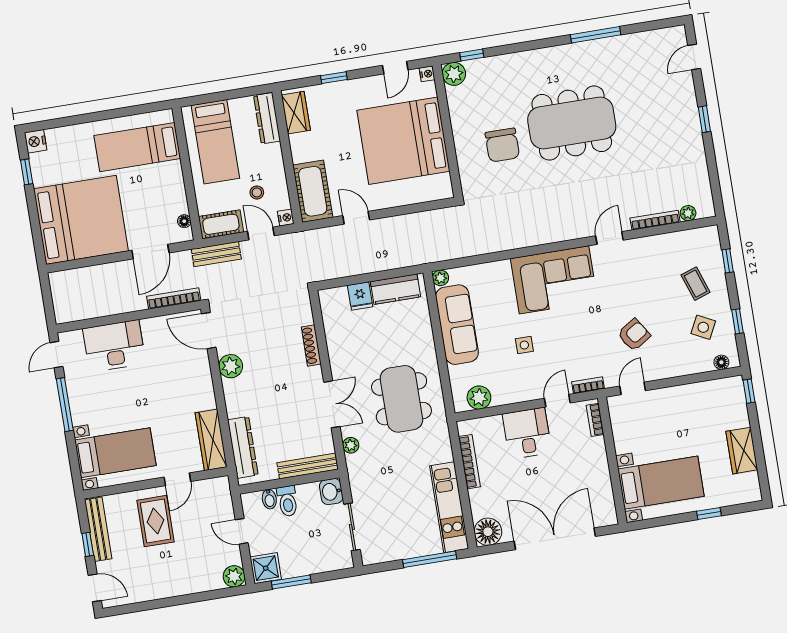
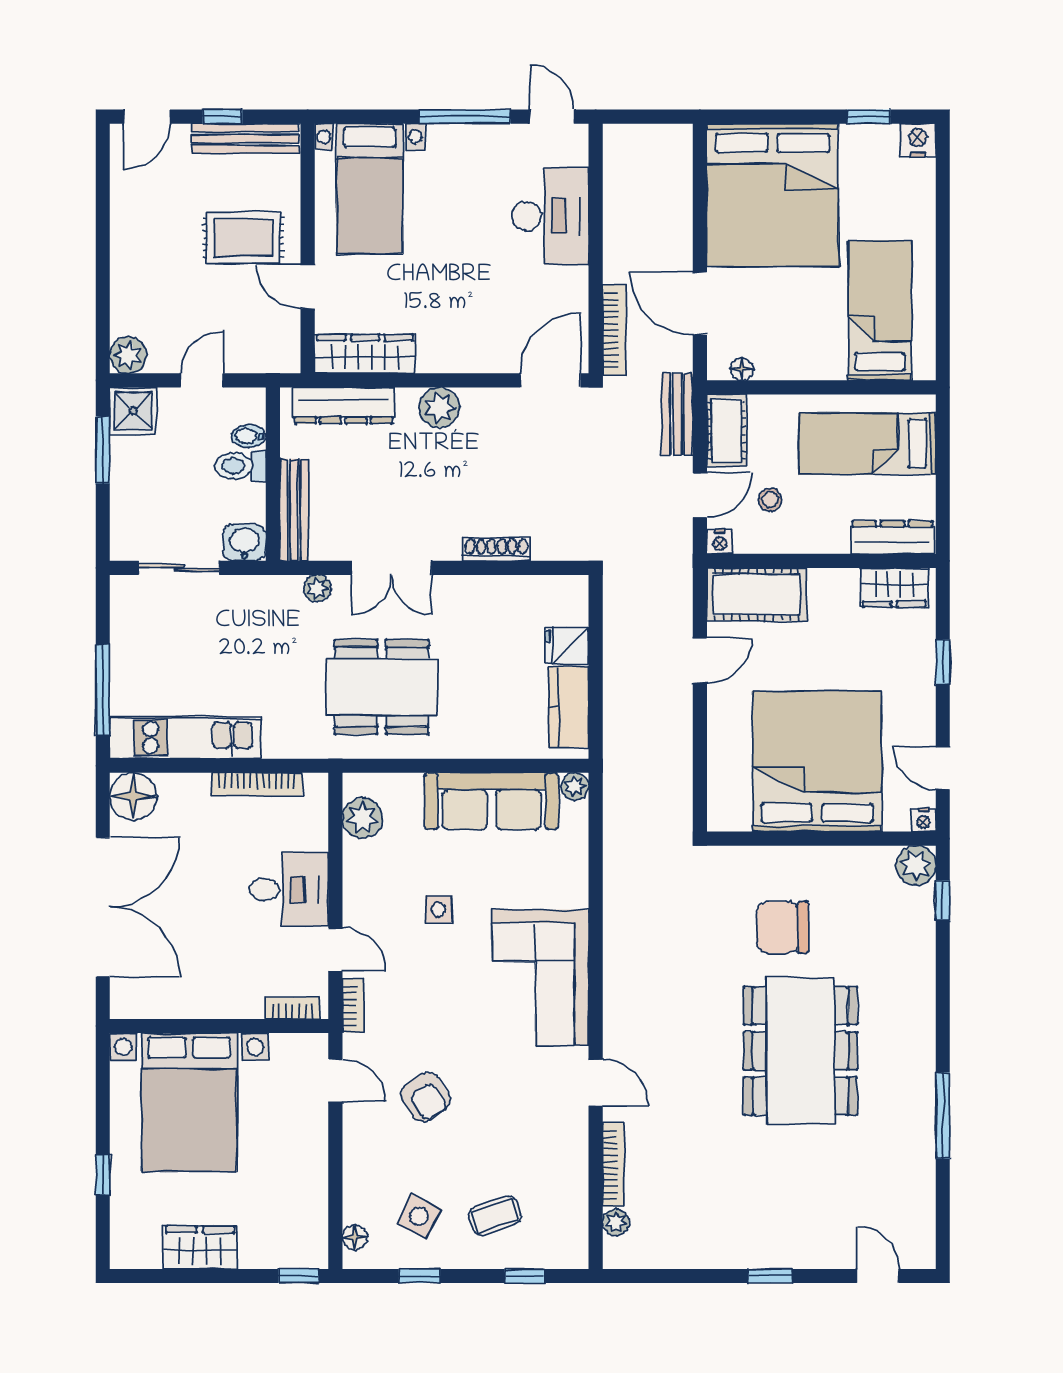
plant: (231, 366) -> (439, 407), moved
bed with nightstands: (661, 483) -> (189, 1102), width x1.36

